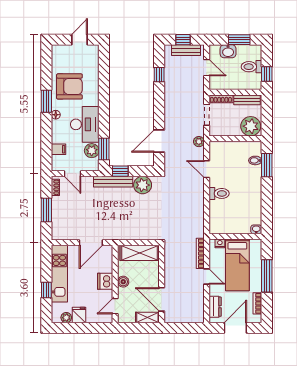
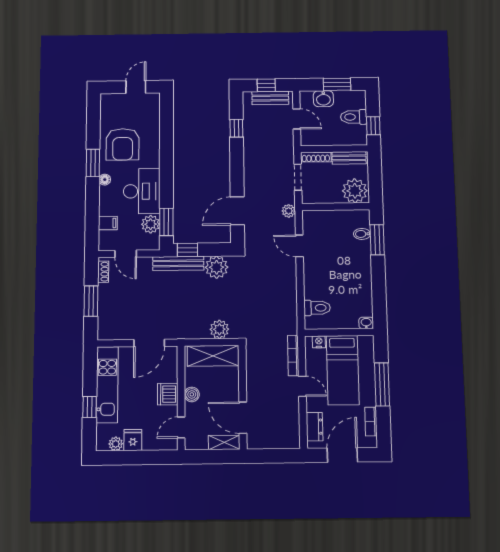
armchair: (69, 86) -> (123, 144), turned 90
toilet: (219, 193) -> (317, 308), moved
plant: (144, 233) -> (219, 329), added

